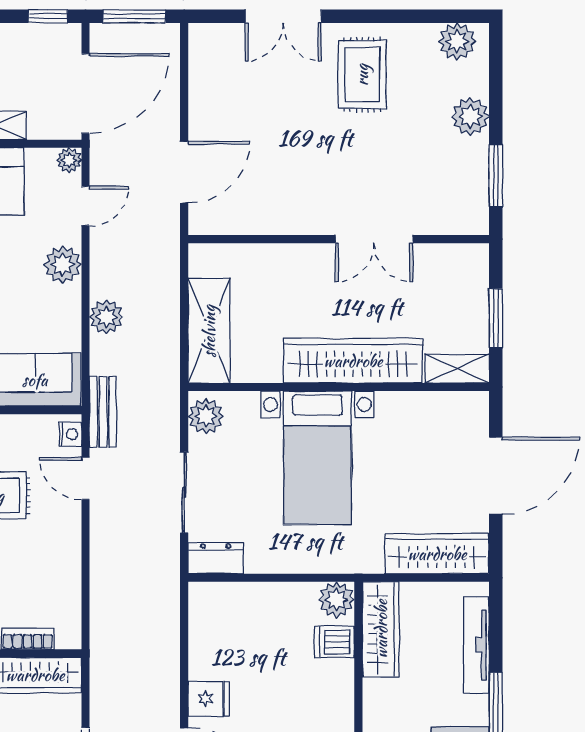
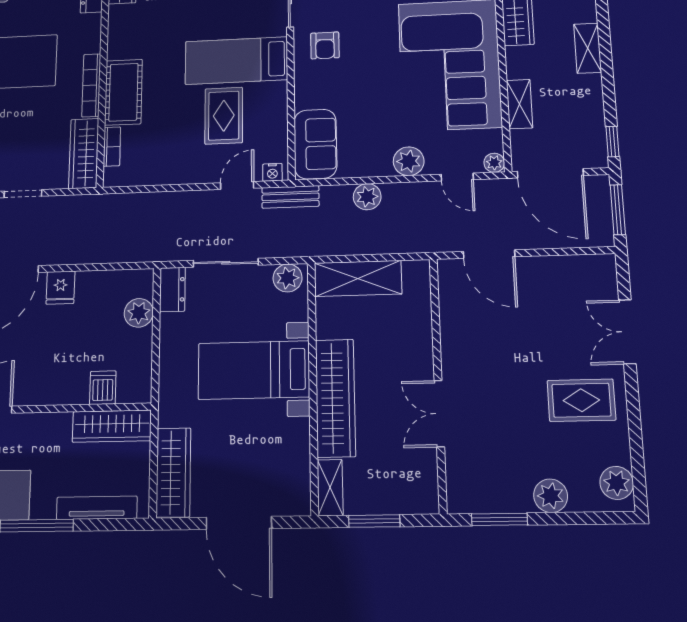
plant: (336, 600) -> (139, 313), moved

